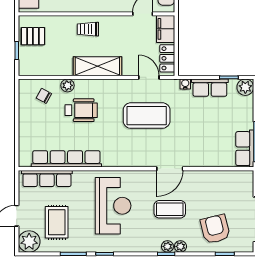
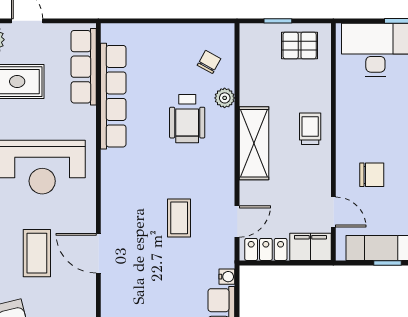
pallet: (33, 36) -> (300, 45), turned 90
coffee table: (147, 116) -> (179, 218), width x0.54, depth x0.58

